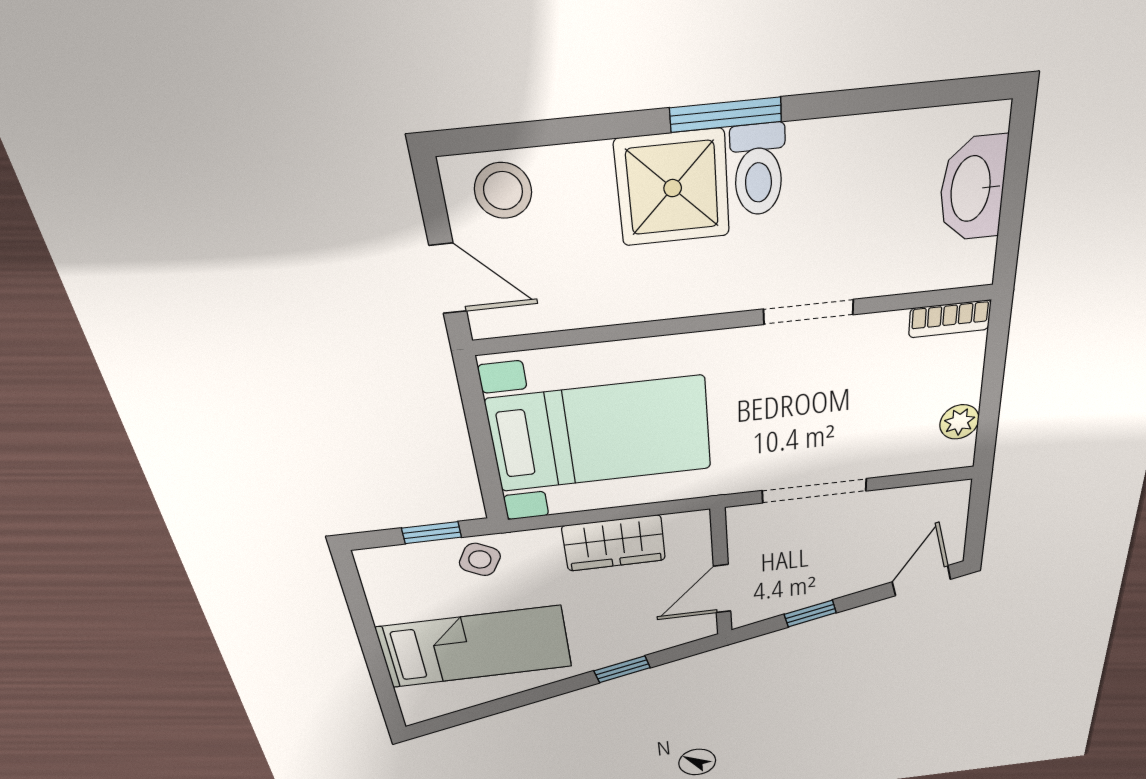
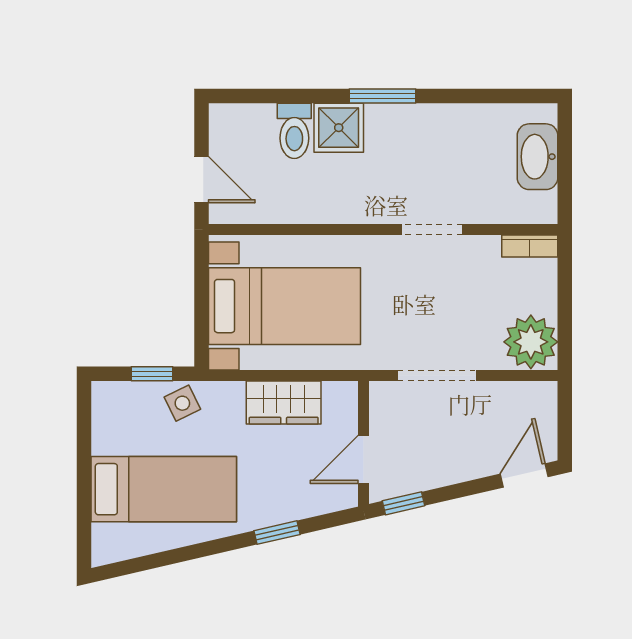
toilet: (758, 170) -> (294, 131), moved
shower: (673, 188) -> (339, 128), width x0.73, depth x0.73
stool: (503, 191) -> (245, 128), removed
plant: (959, 422) -> (531, 342), width x1.87, depth x1.87
side table: (480, 559) -> (182, 403), turned 35
window: (810, 614) -> (404, 503), moved

